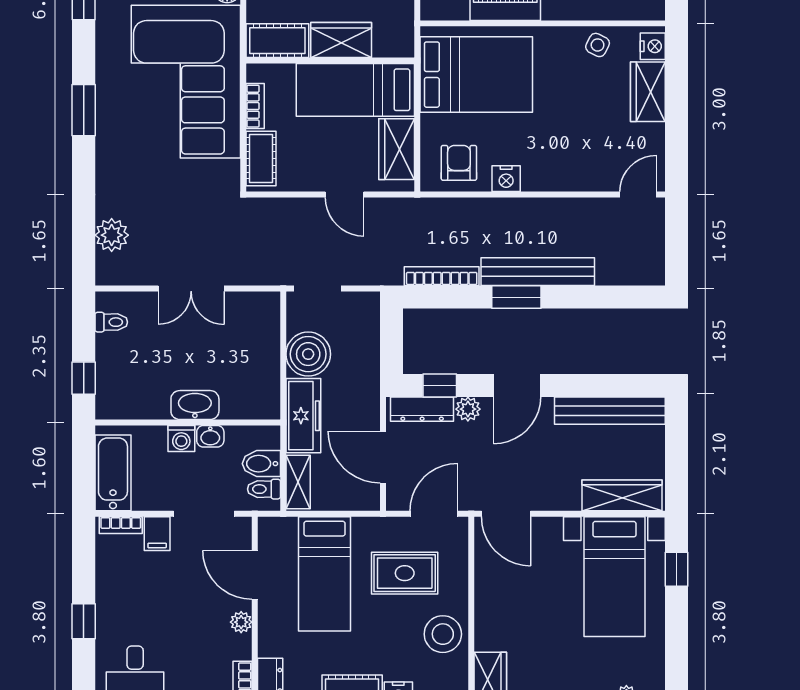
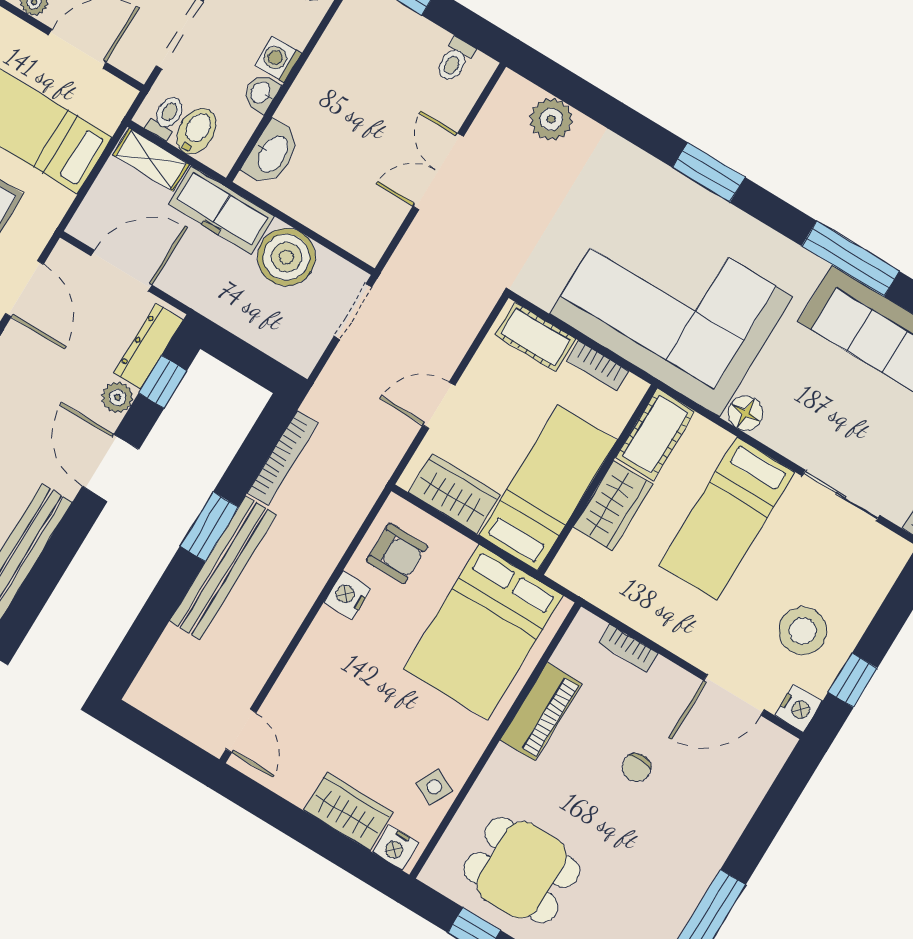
washbasin: (195, 405) -> (272, 153), moved

